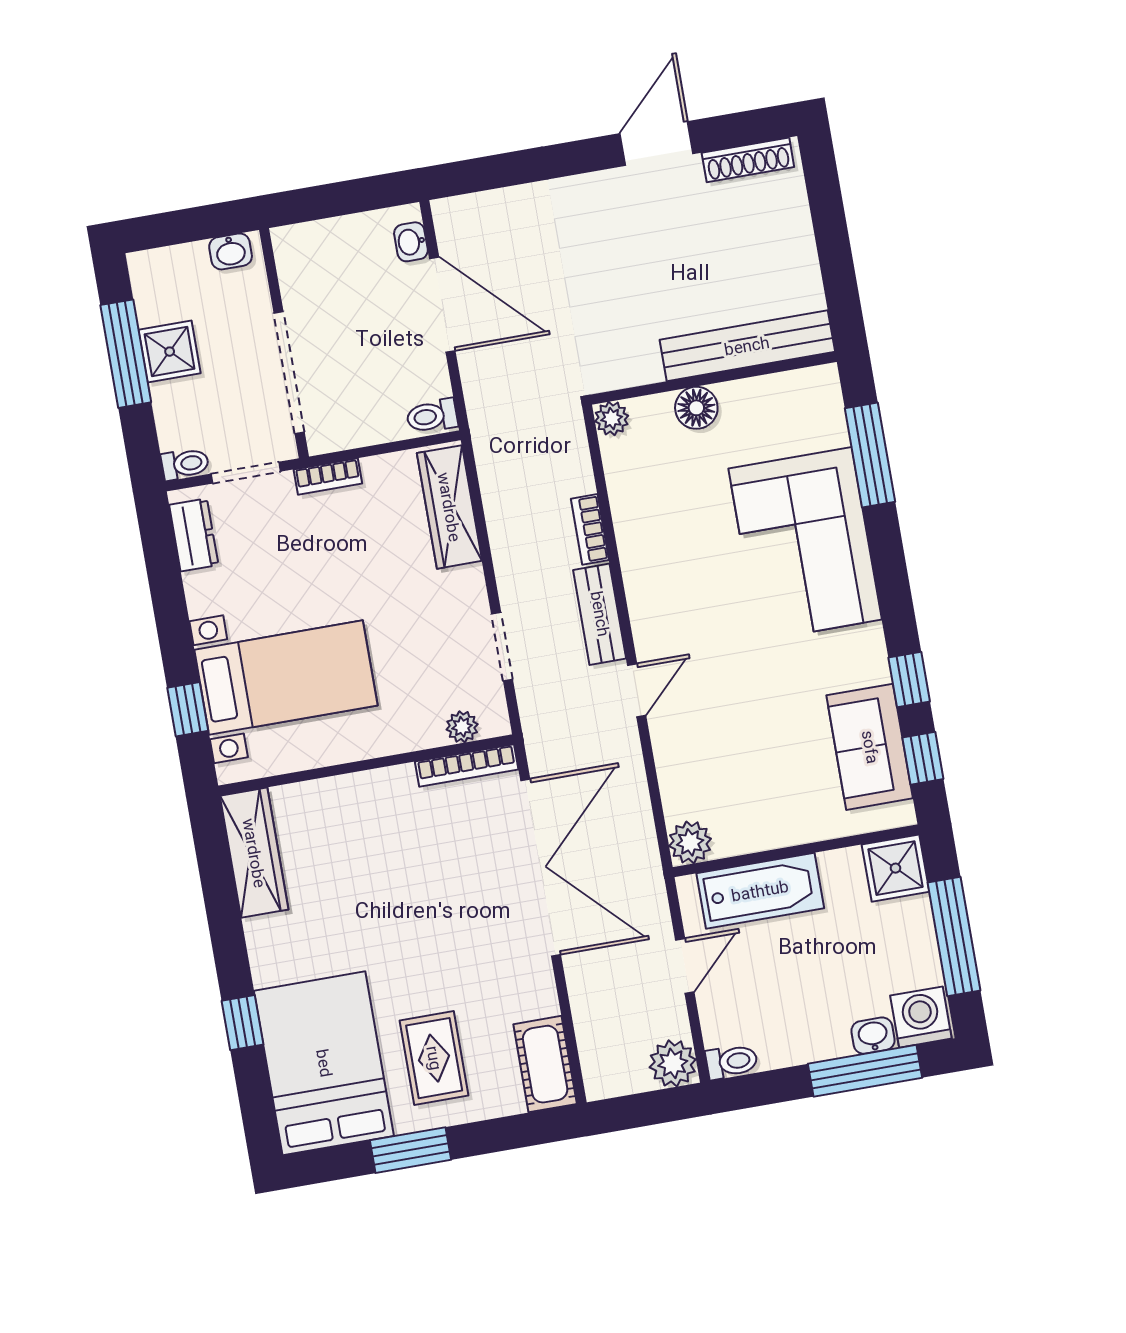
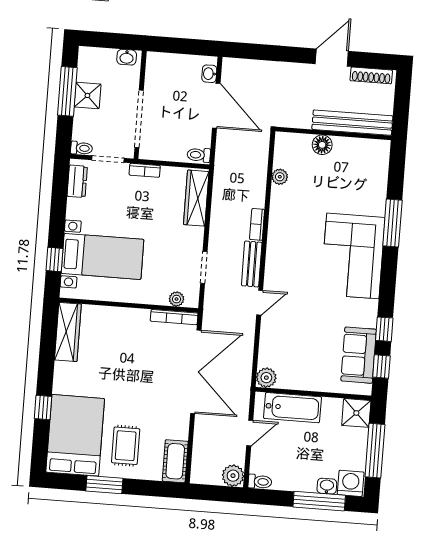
bench: (747, 346) -> (352, 123), moved
wall: (713, 378) -> (333, 133), moved
floor lamp: (696, 408) -> (322, 145), moved

